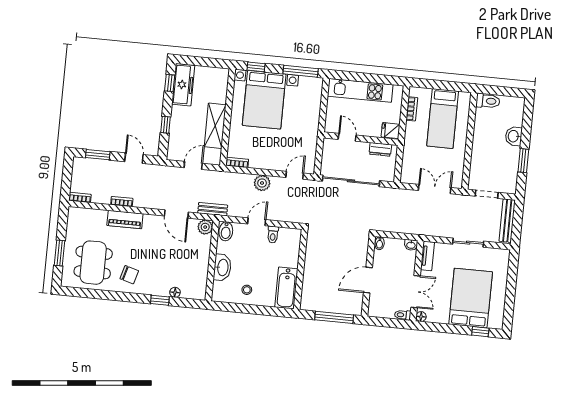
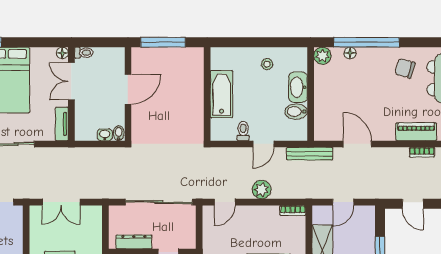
dresser: (380, 149) -> (134, 242), width x1.44
bench: (213, 209) -> (310, 154), width x1.36
plant: (205, 227) -> (322, 56), moved
bidet: (226, 231) -> (296, 112), moved, turned -90
washbasin: (411, 245) -> (105, 135), moved
bathtub: (286, 288) -> (222, 94), moved
window: (160, 300) -> (367, 42), width x3.17

